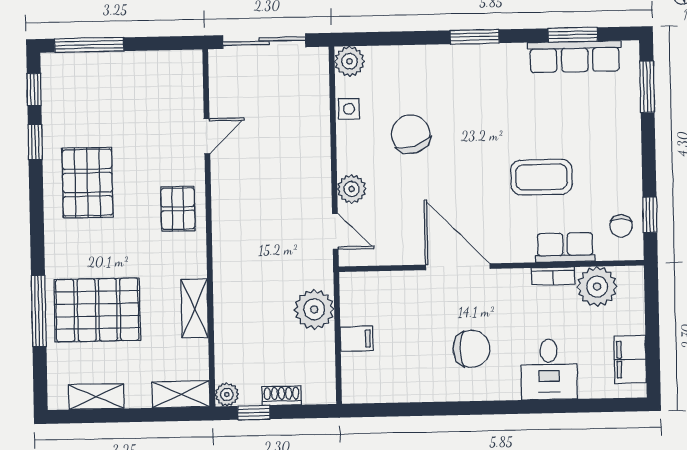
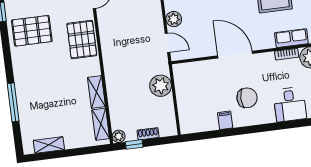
pallet: (87, 183) -> (32, 31), turned 90
pallet: (178, 209) -> (82, 40), width x1.50, depth x1.42
pallet: (97, 310) -> (44, 98), removed
filing cabinet: (357, 339) -> (225, 120), moved, turned -90
shelving: (181, 394) -> (101, 124), moved, turned 90

